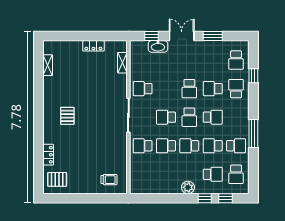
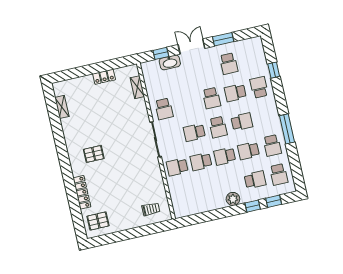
school desk: (236, 60) -> (229, 64), moved
school desk: (143, 89) -> (164, 109), turned -90
pallet: (67, 116) -> (94, 154), turned 90
school desk: (236, 146) -> (272, 145), turned 90
locker: (48, 155) -> (82, 192), width x1.53

